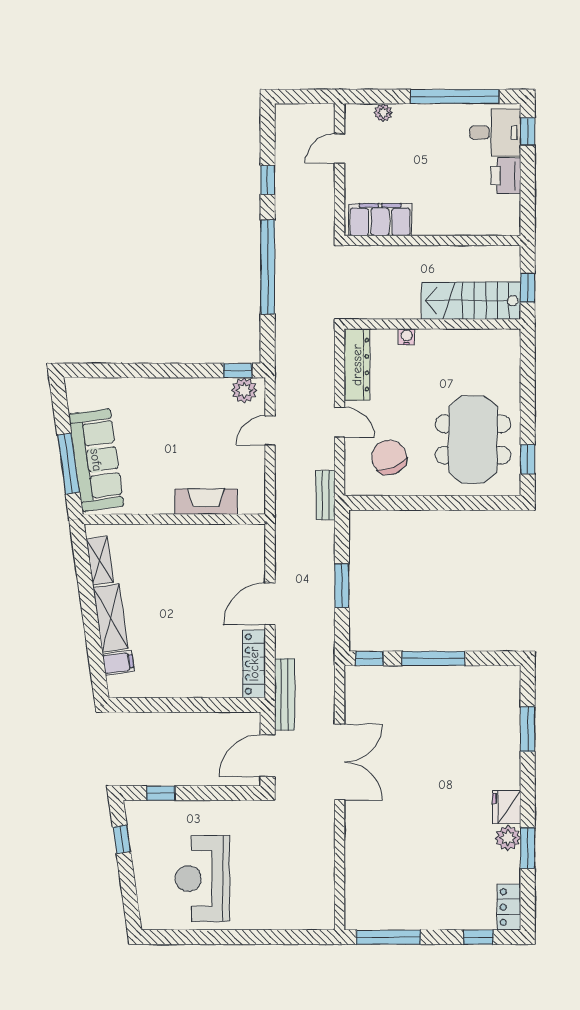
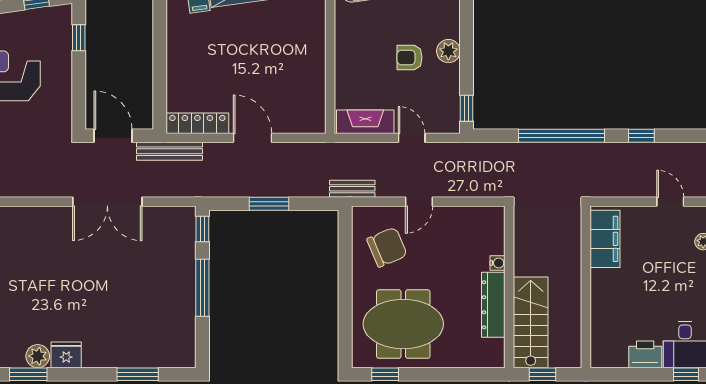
dresser: (357, 365) -> (493, 305), moved, turned 90
plant: (244, 390) -> (448, 51), moved
armchair: (182, 433) -> (410, 58), added
fireplace: (206, 502) -> (365, 122), moved, turned -90

